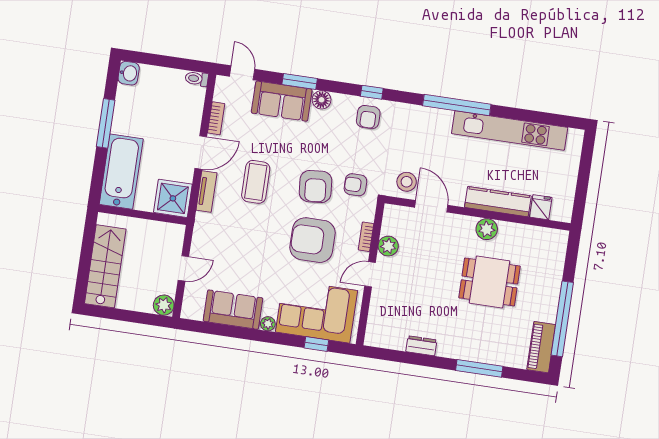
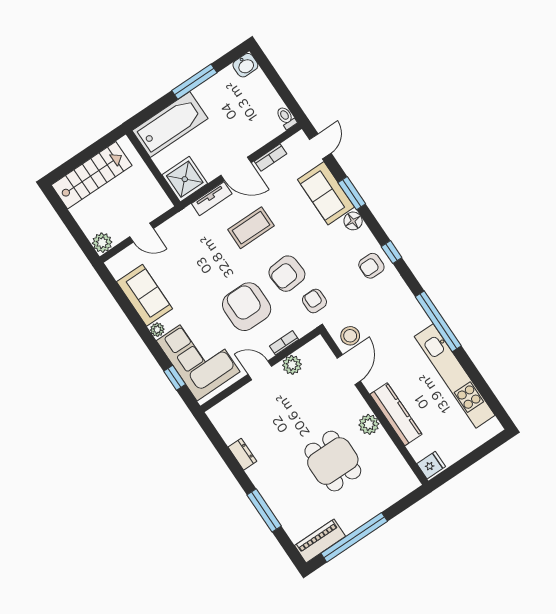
fridge: (541, 207) -> (431, 465), moved

